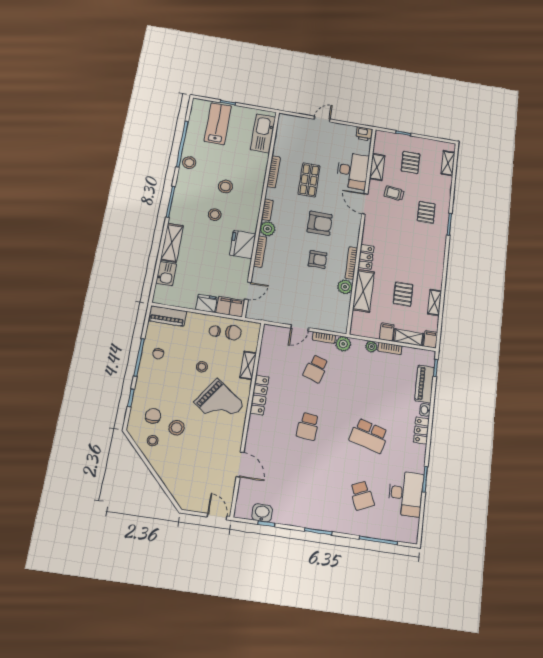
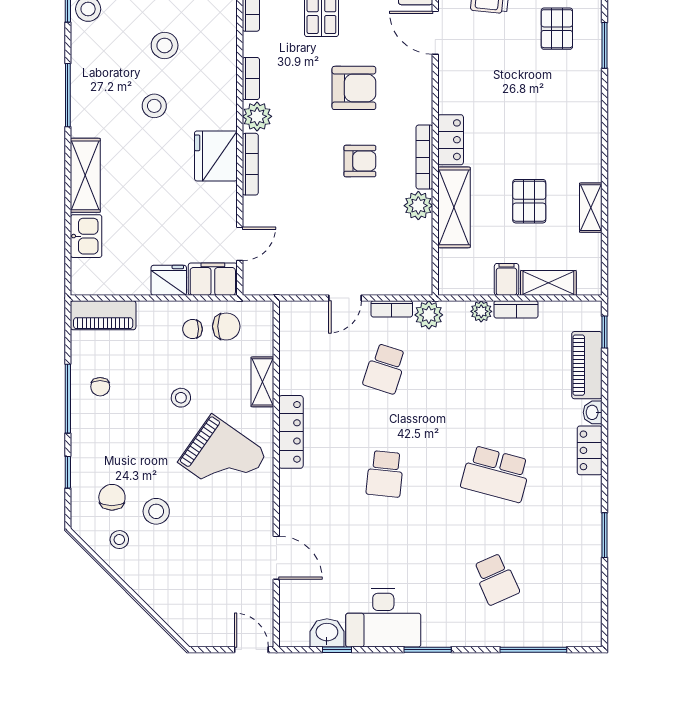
filing cabinet: (431, 339) -> (590, 280), removed
desk: (406, 494) -> (383, 618), moved, turned 90

